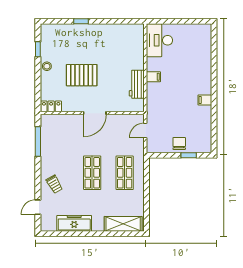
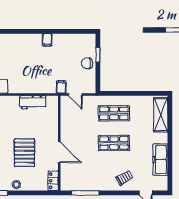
filing cabinet: (153, 77) -> (61, 87), moved
door: (95, 113) -> (59, 152), moved

